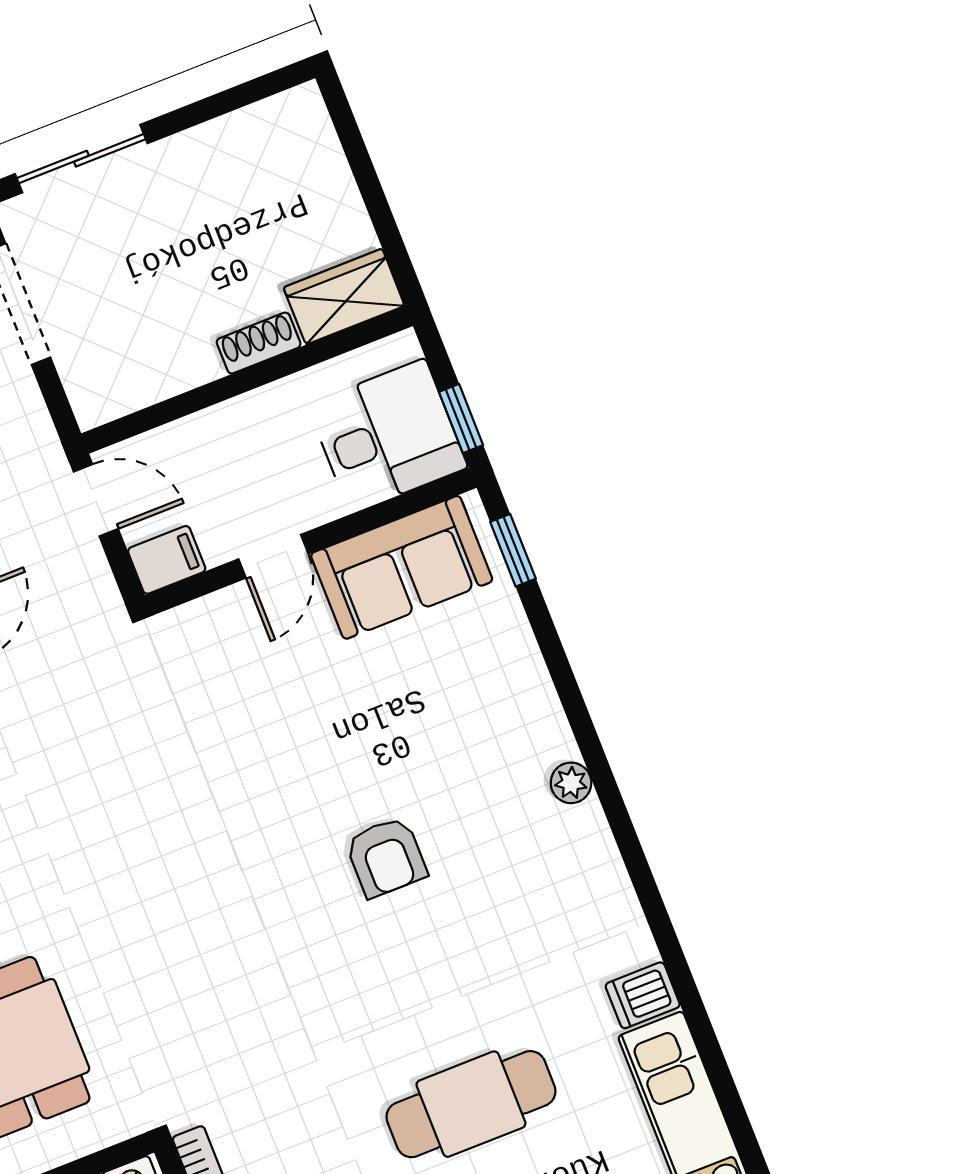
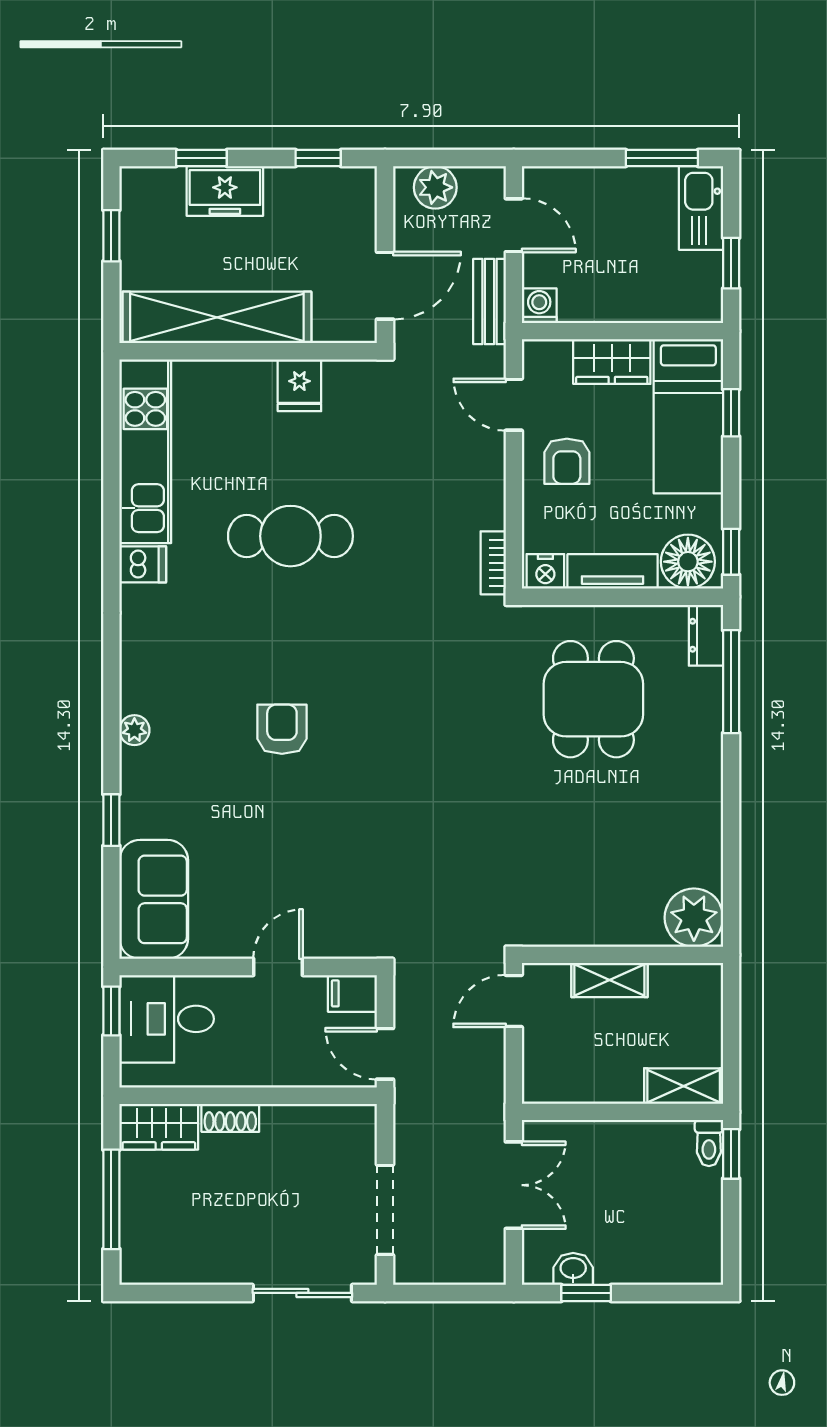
window: (368, 182) -> (111, 1199), added
window: (513, 550) -> (111, 820), moved
sofa: (402, 567) -> (154, 899), moved, turned 90

